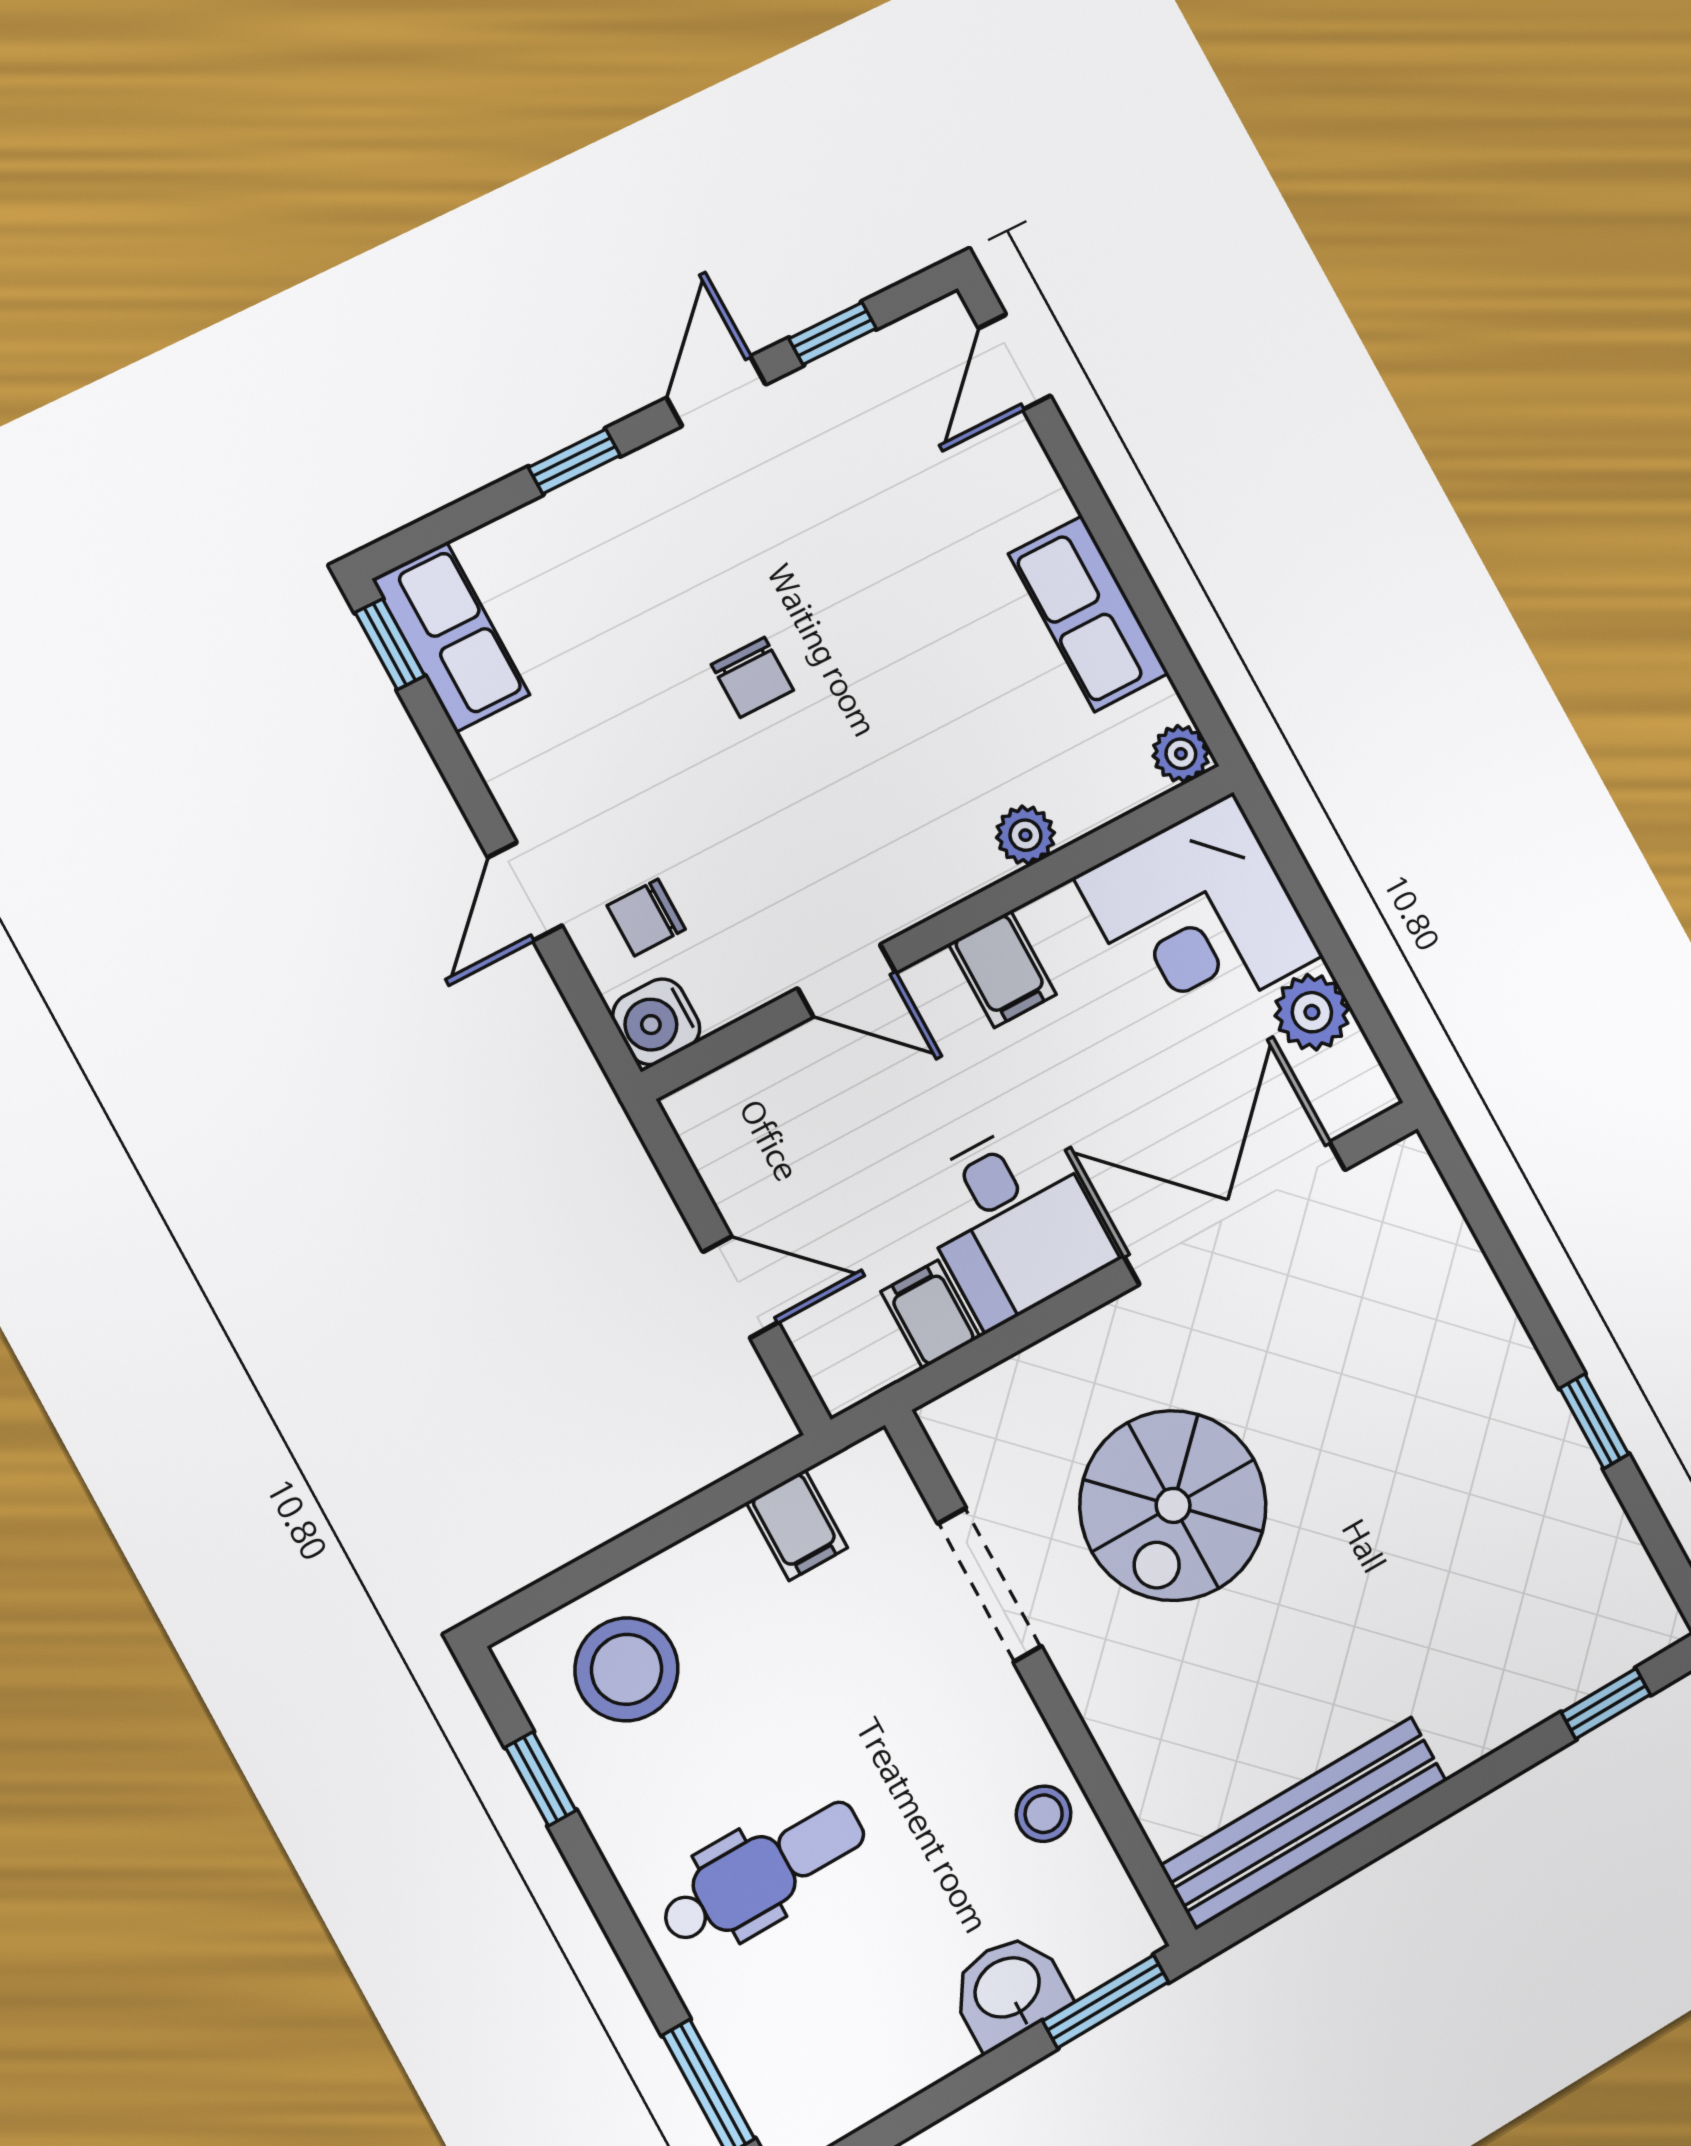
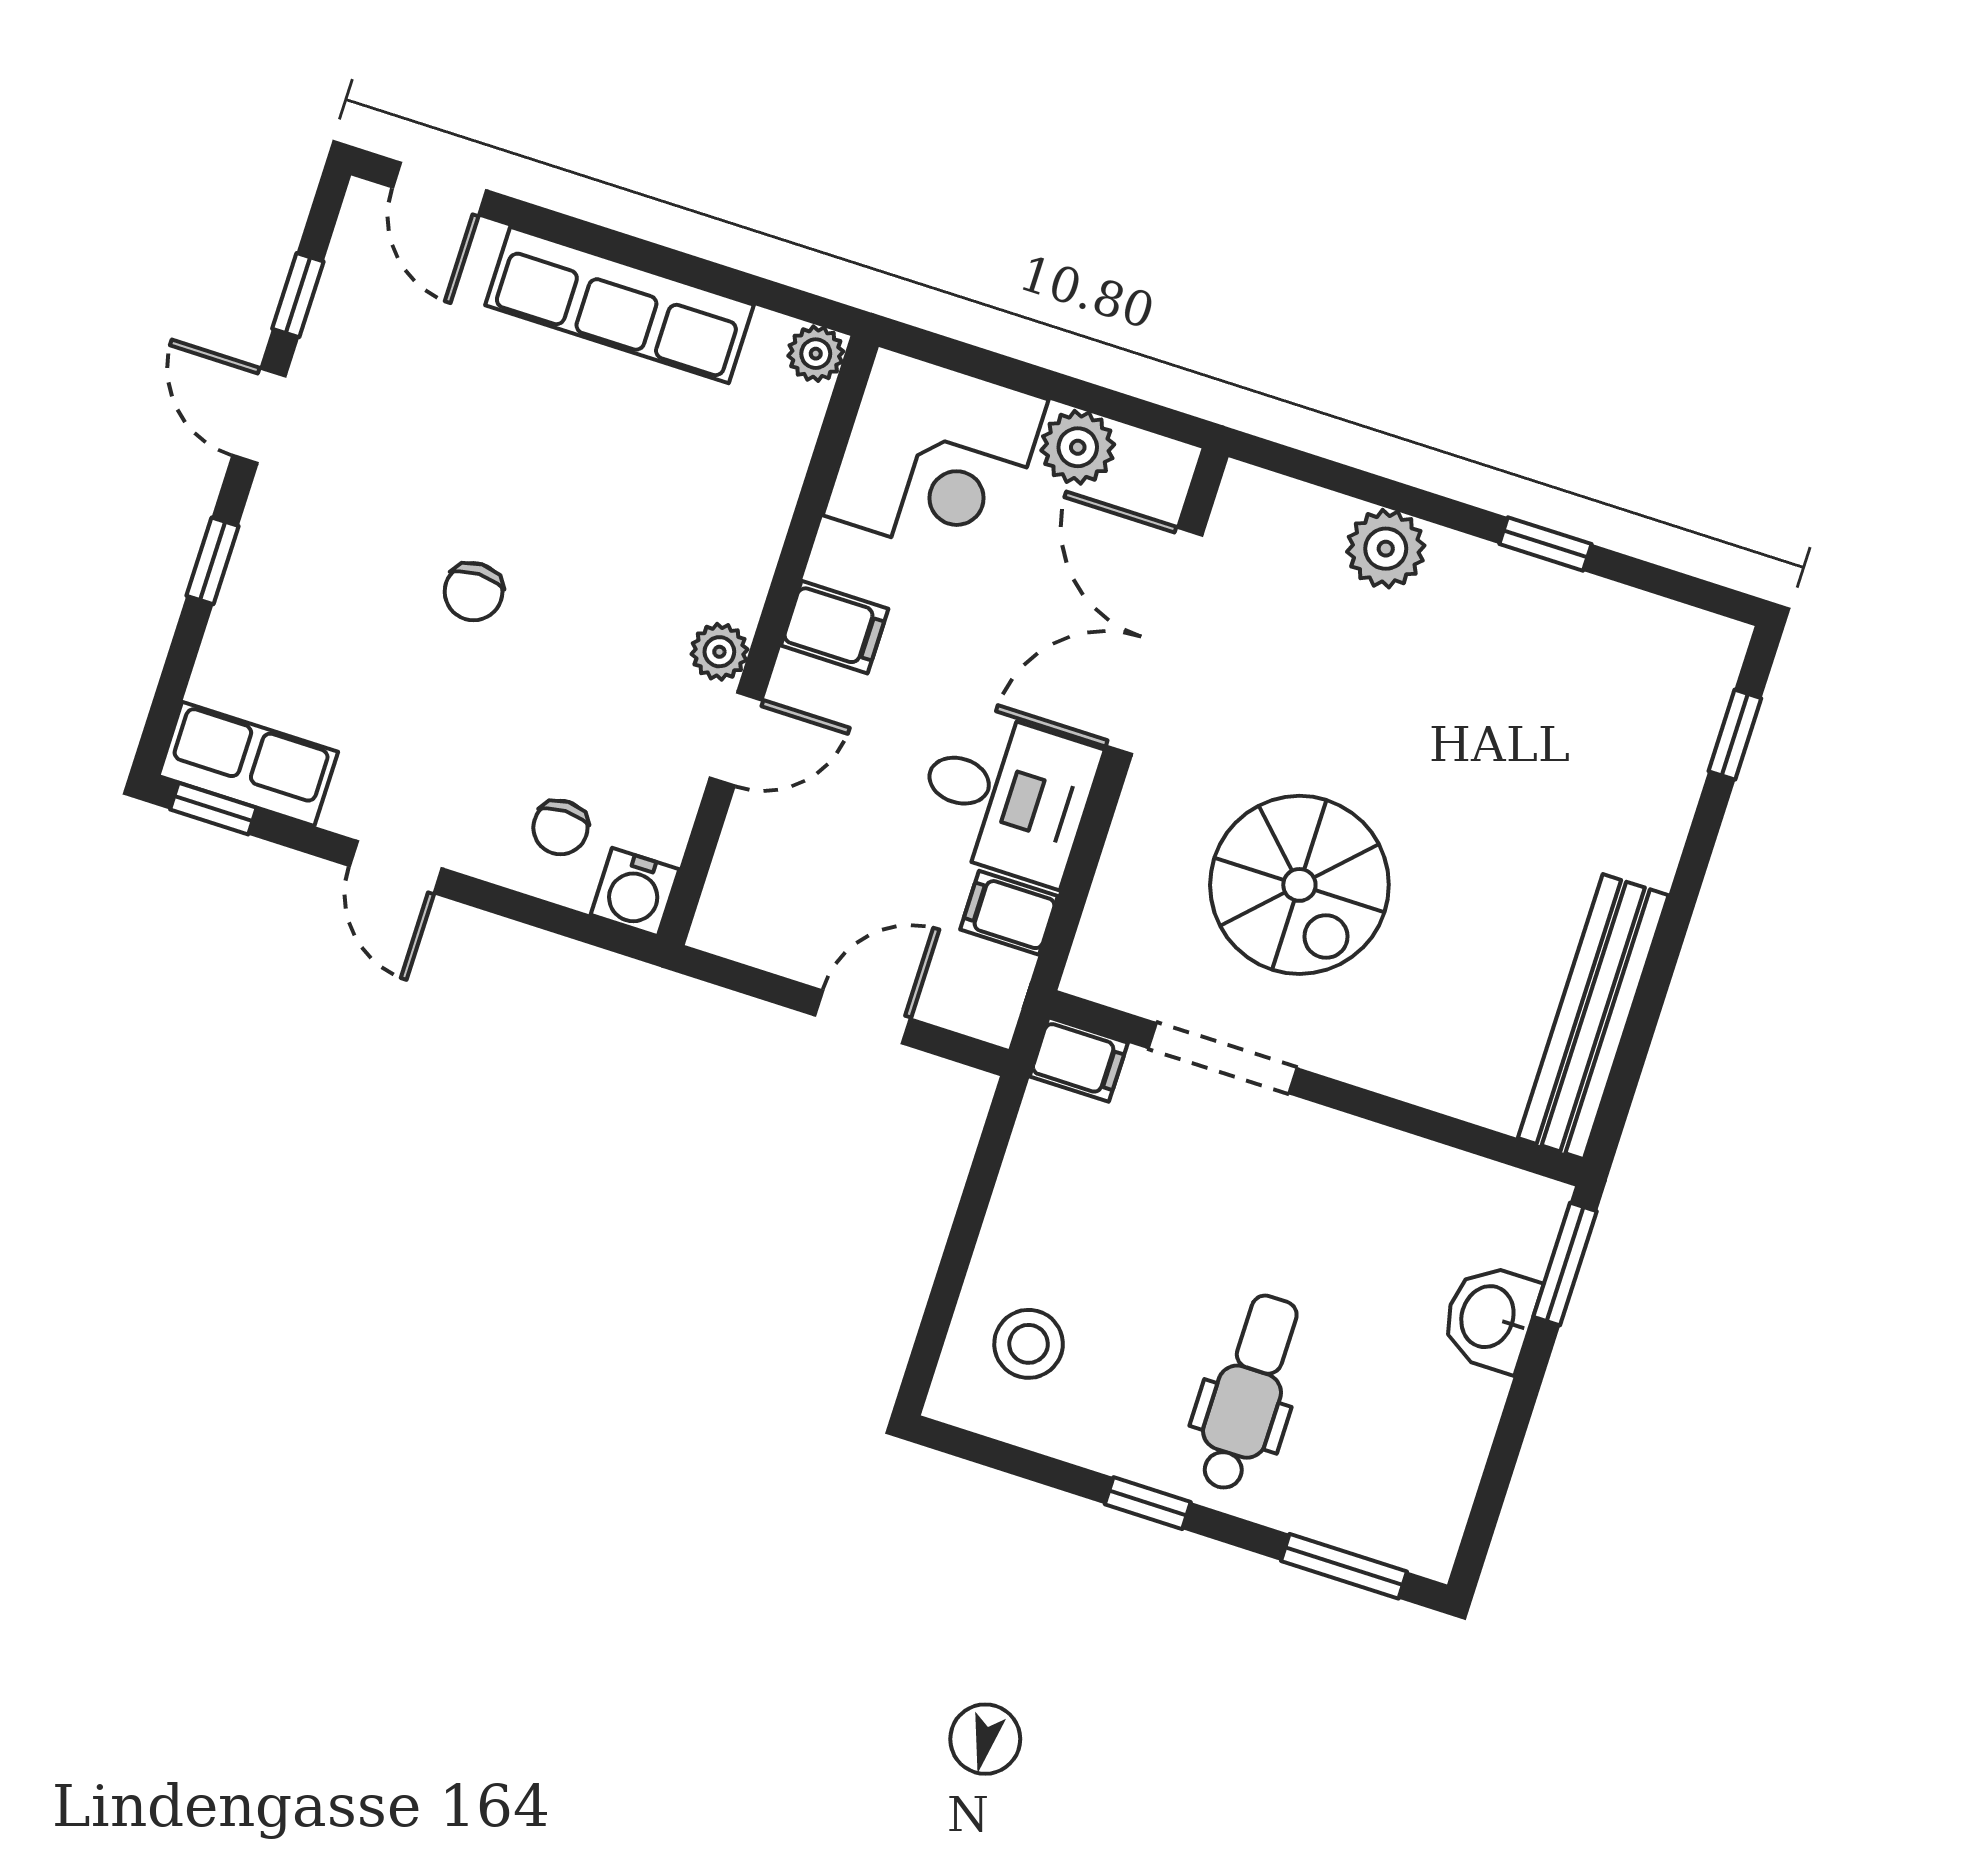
row of seats: (1089, 614) -> (619, 305), width x1.48
chair: (752, 677) -> (474, 592), turned 90
plant: (1025, 835) -> (719, 652), moved
door: (525, 892) -> (396, 867), moved
plant: (1472, 1310) -> (1386, 549), added
filing cabinet: (797, 1525) -> (1079, 1060), moved
stool: (627, 1669) -> (1029, 1344), width x0.73, depth x0.73
window: (541, 1779) -> (1148, 1503), moved
stool: (1044, 1814) -> (1404, 1178), removed

